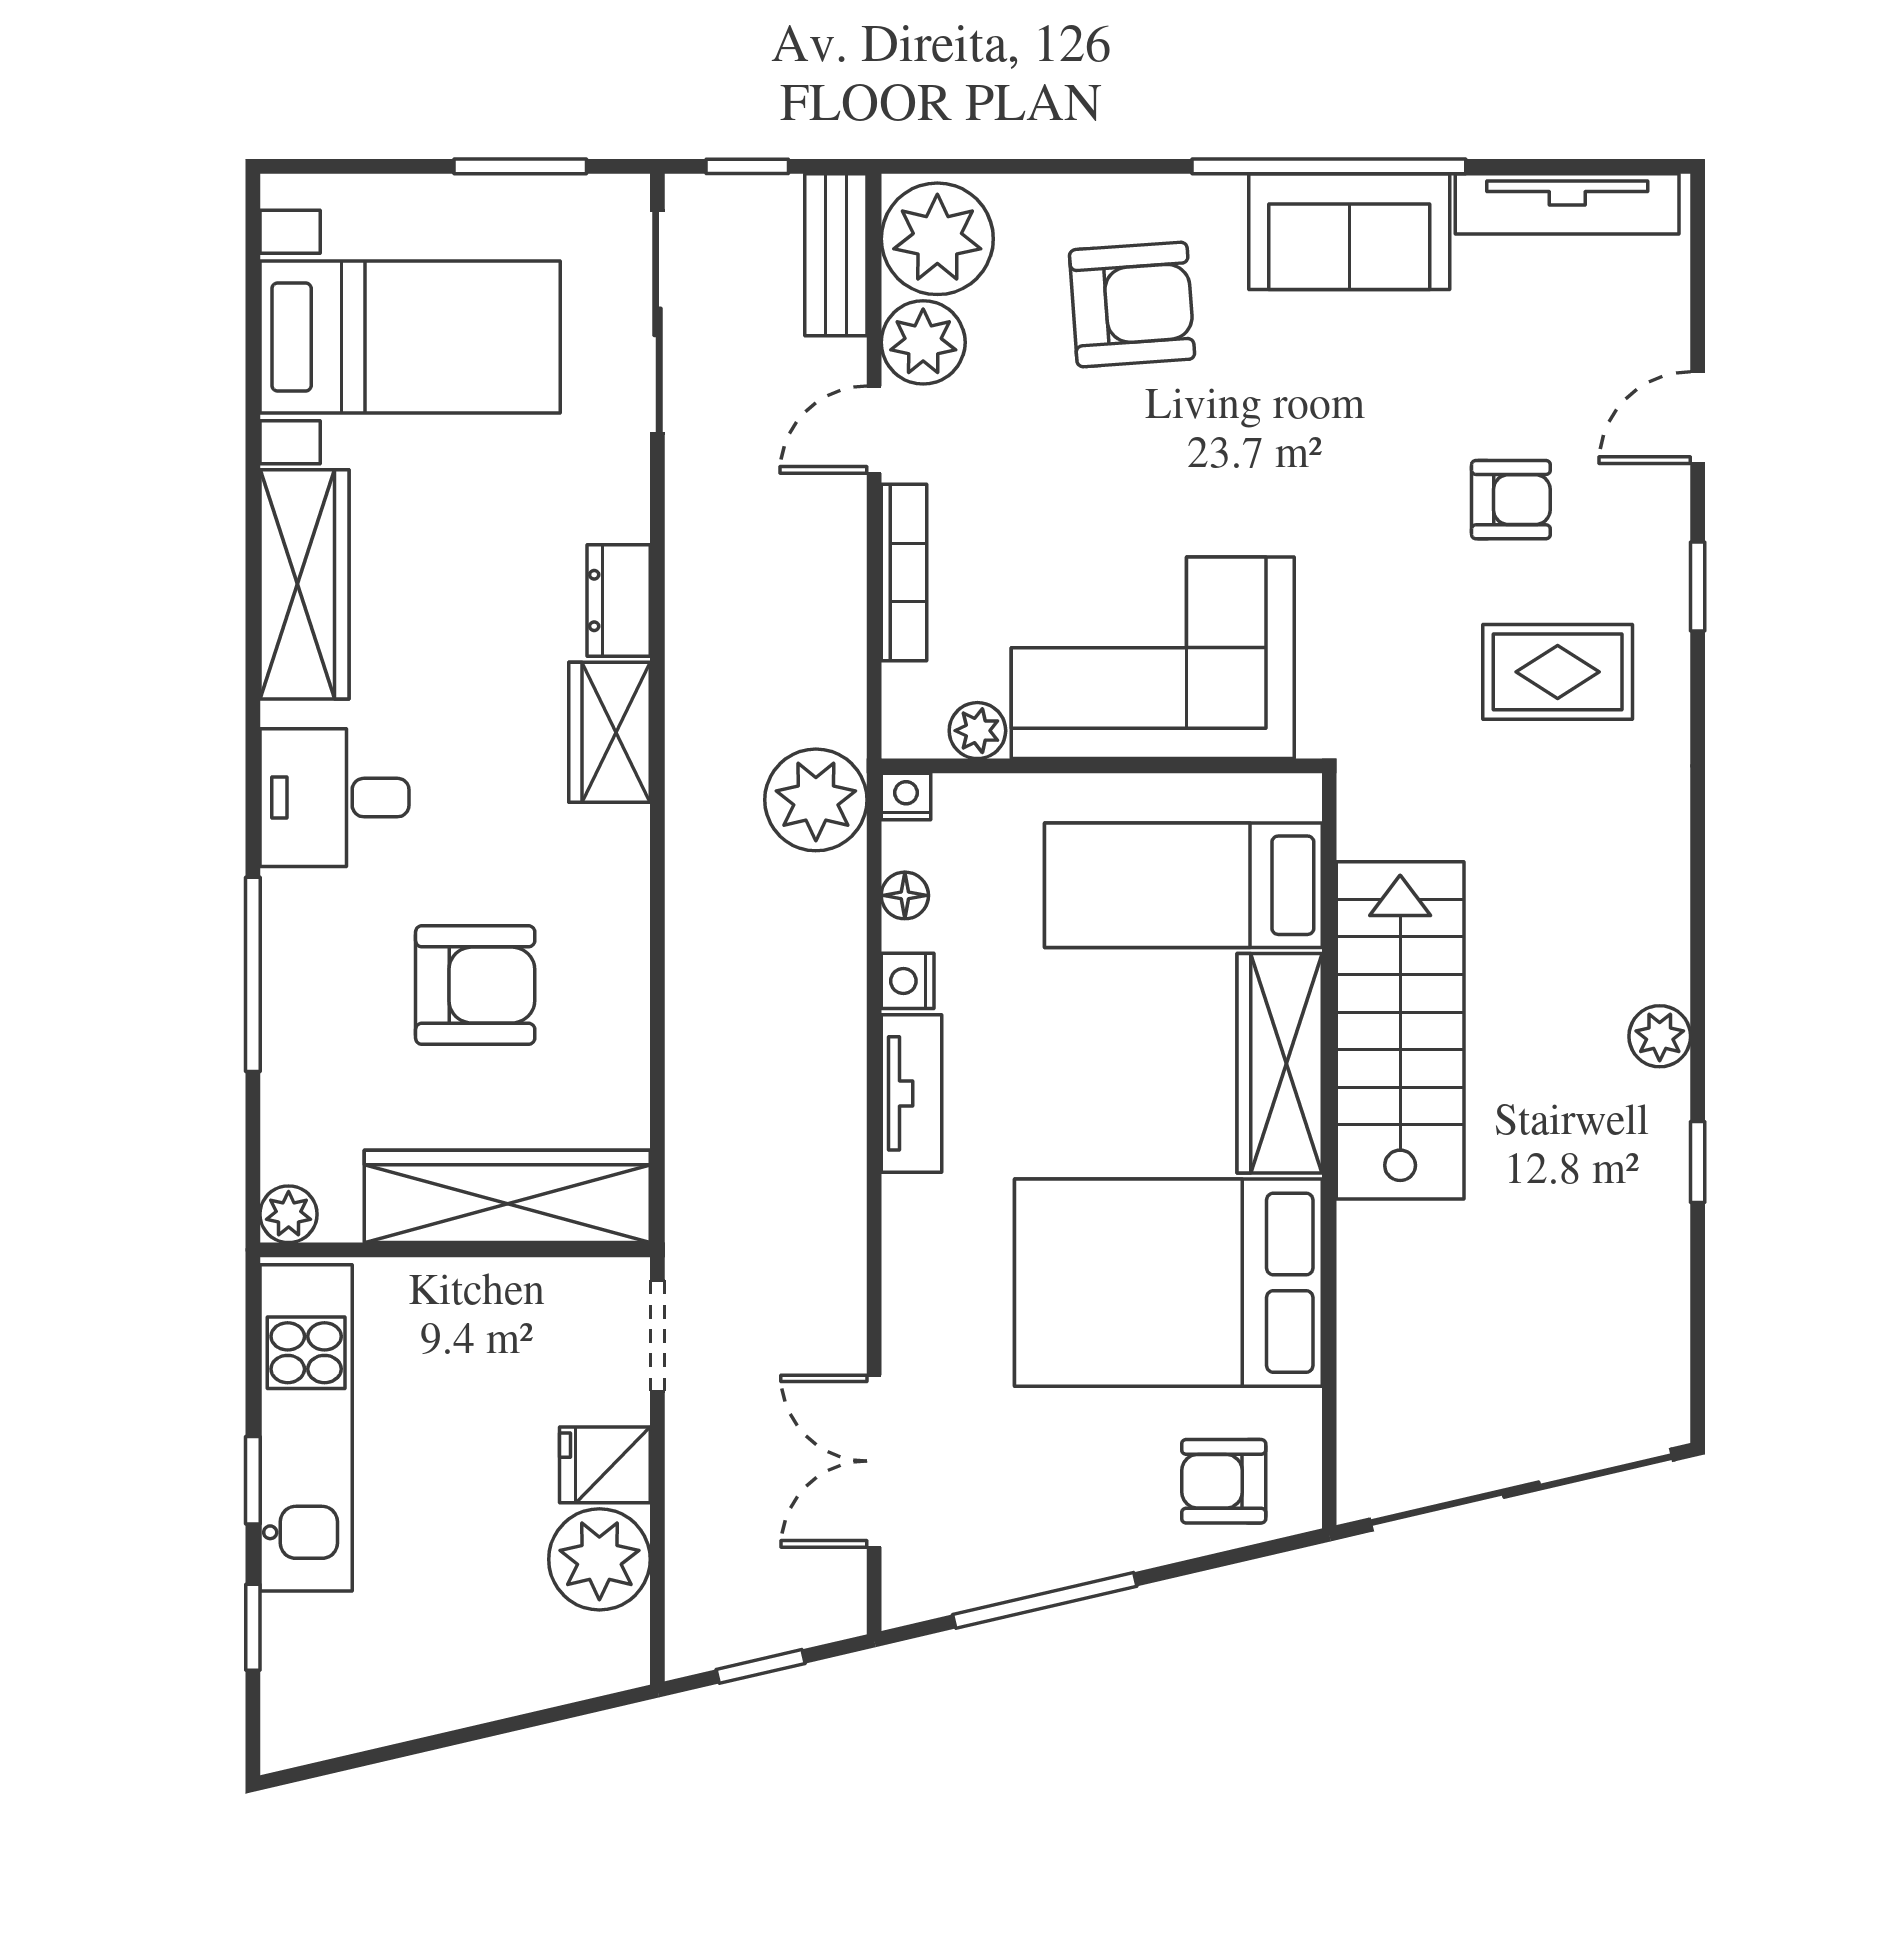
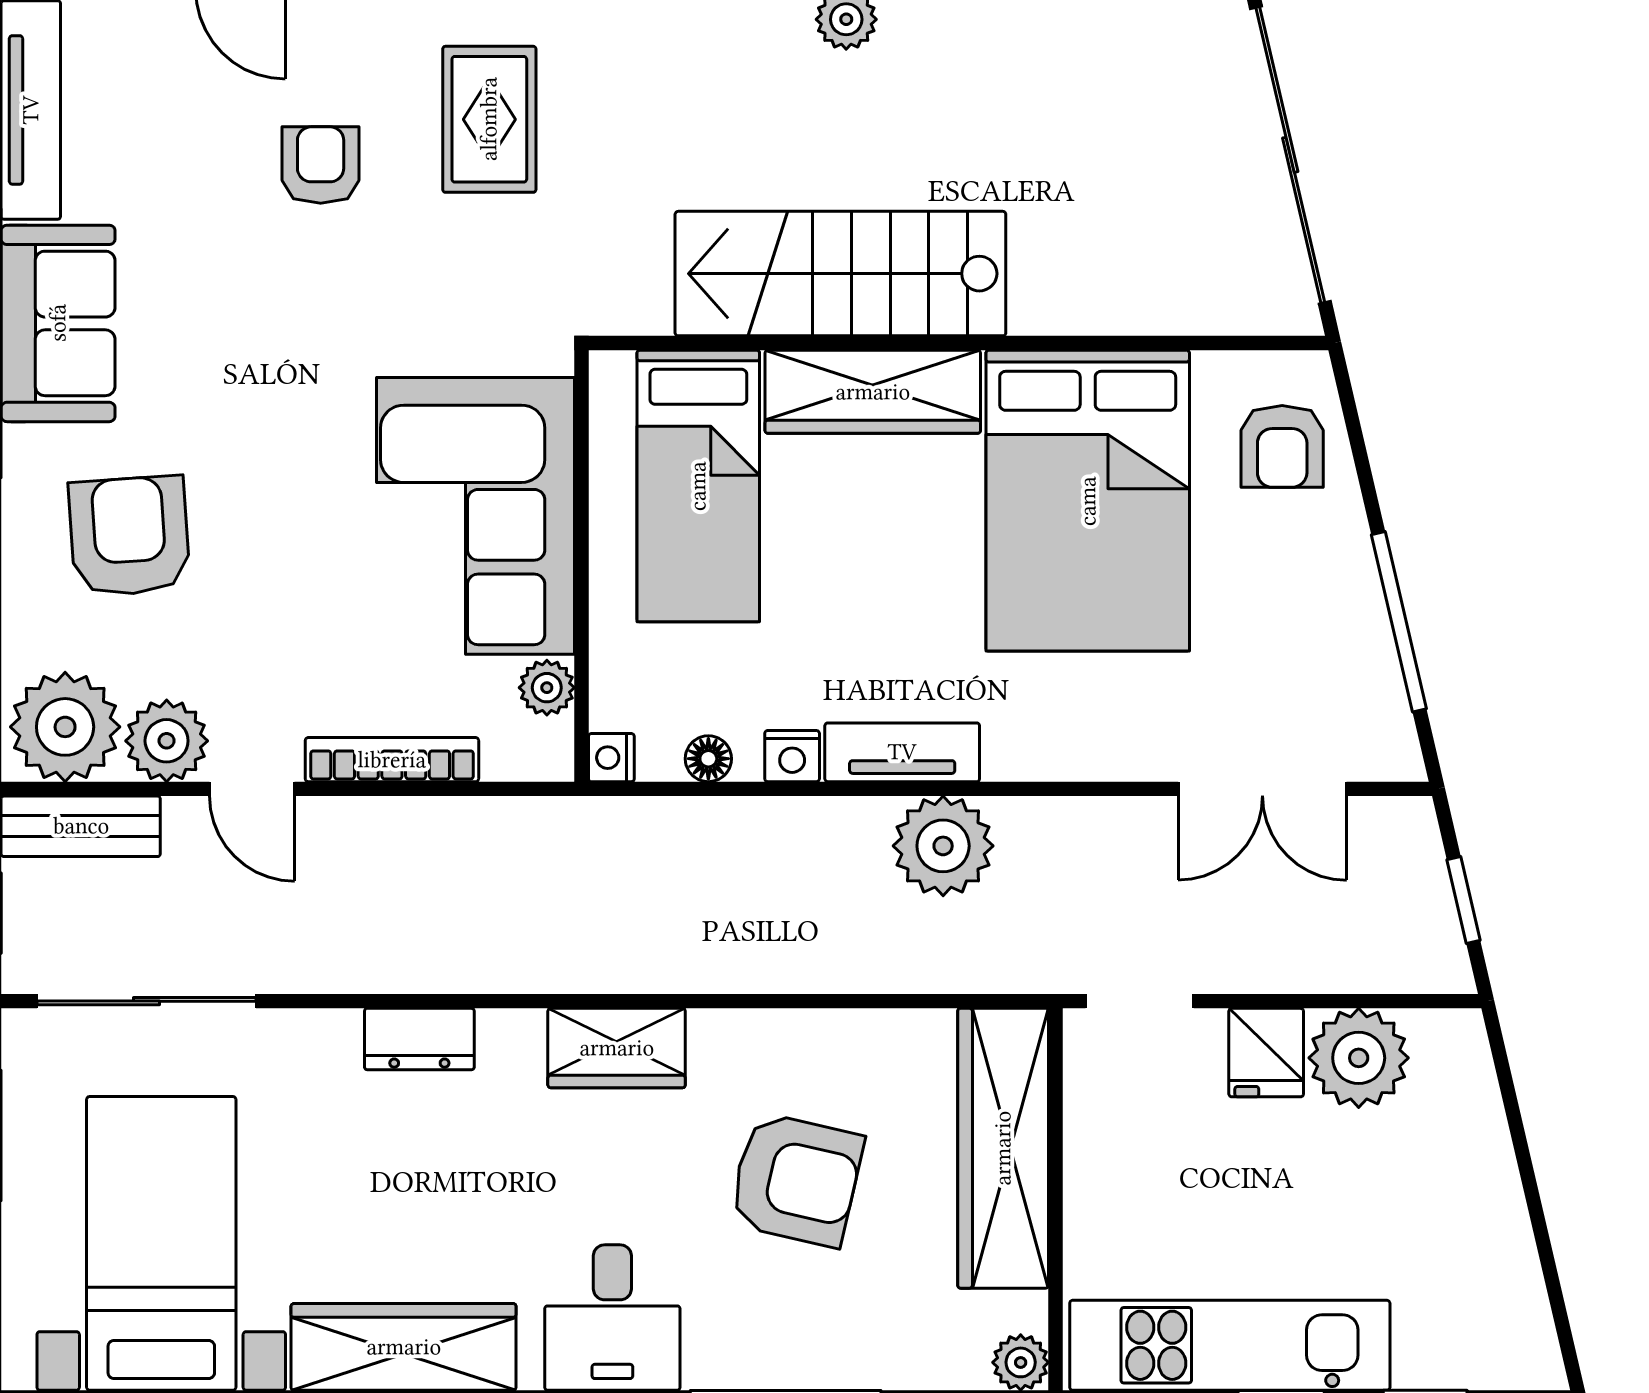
wardrobe: (610, 732) -> (617, 1048), moved
plant: (816, 800) -> (943, 846), moved
armchair: (475, 985) -> (796, 1180), turned 103

